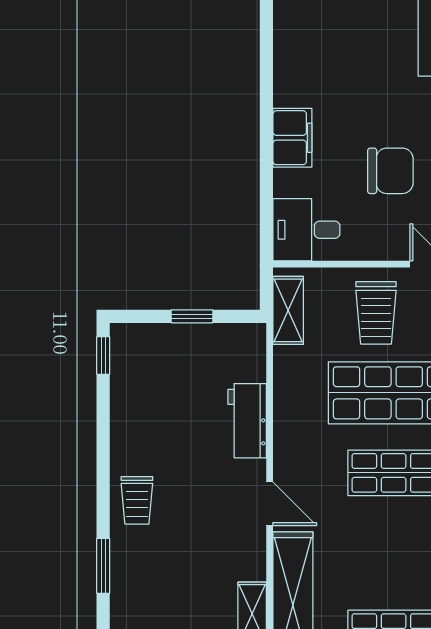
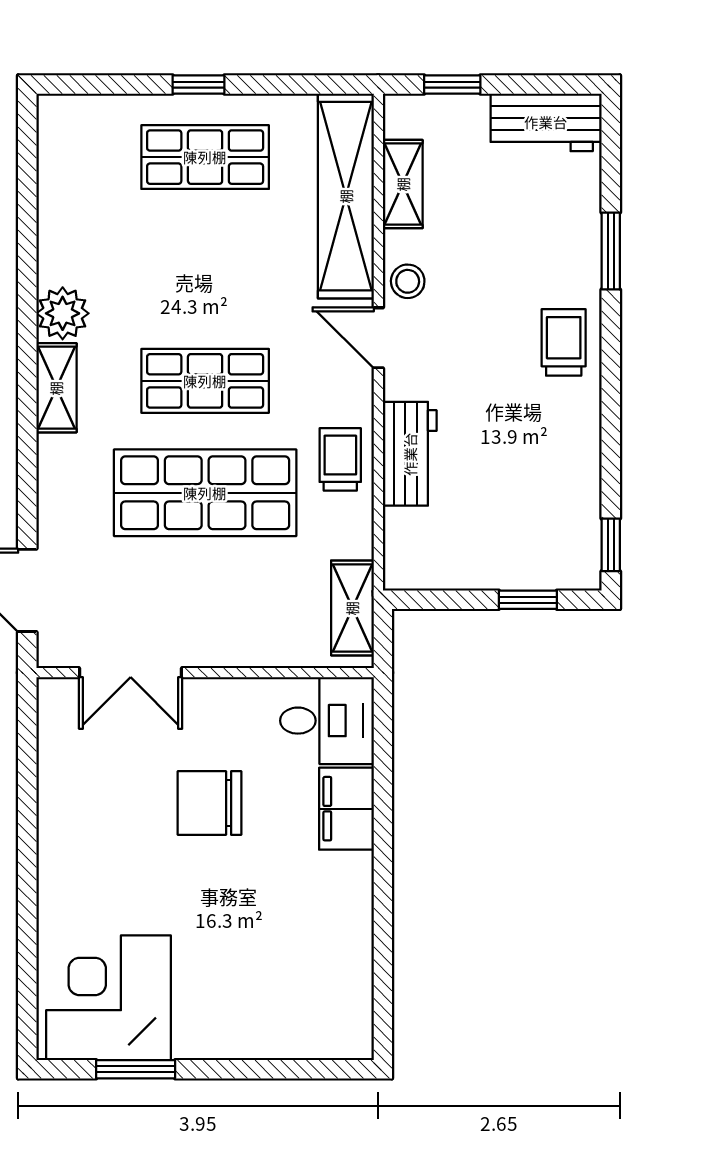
filing cabinet: (292, 138) -> (346, 809), moved
trolley: (376, 313) -> (340, 459), moved, width x0.73, depth x0.72
window: (192, 316) -> (528, 600), moved
stool: (249, 544) -> (408, 281), added

